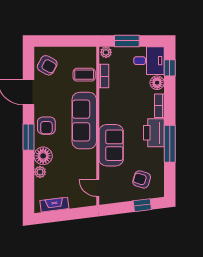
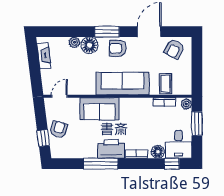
armchair: (142, 179) -> (59, 129), moved

